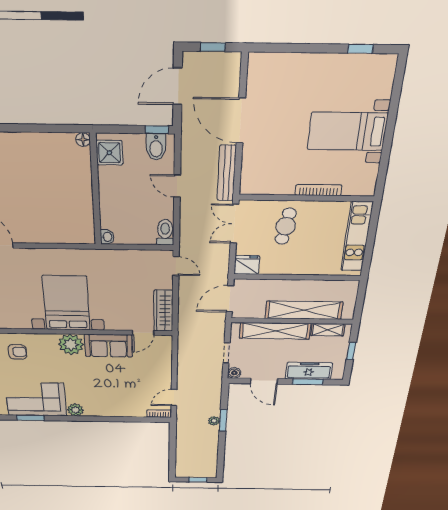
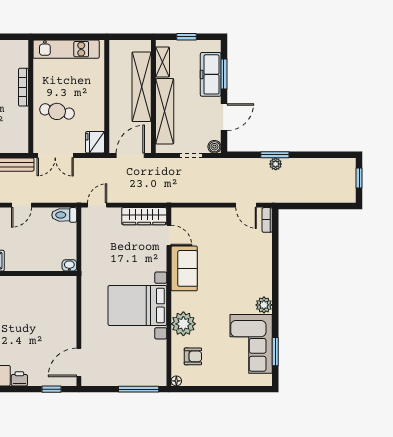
door: (230, 299) -> (130, 155), swing flipped
plant: (71, 344) -> (183, 324), moved
armchair: (17, 352) -> (193, 356), turned 90

